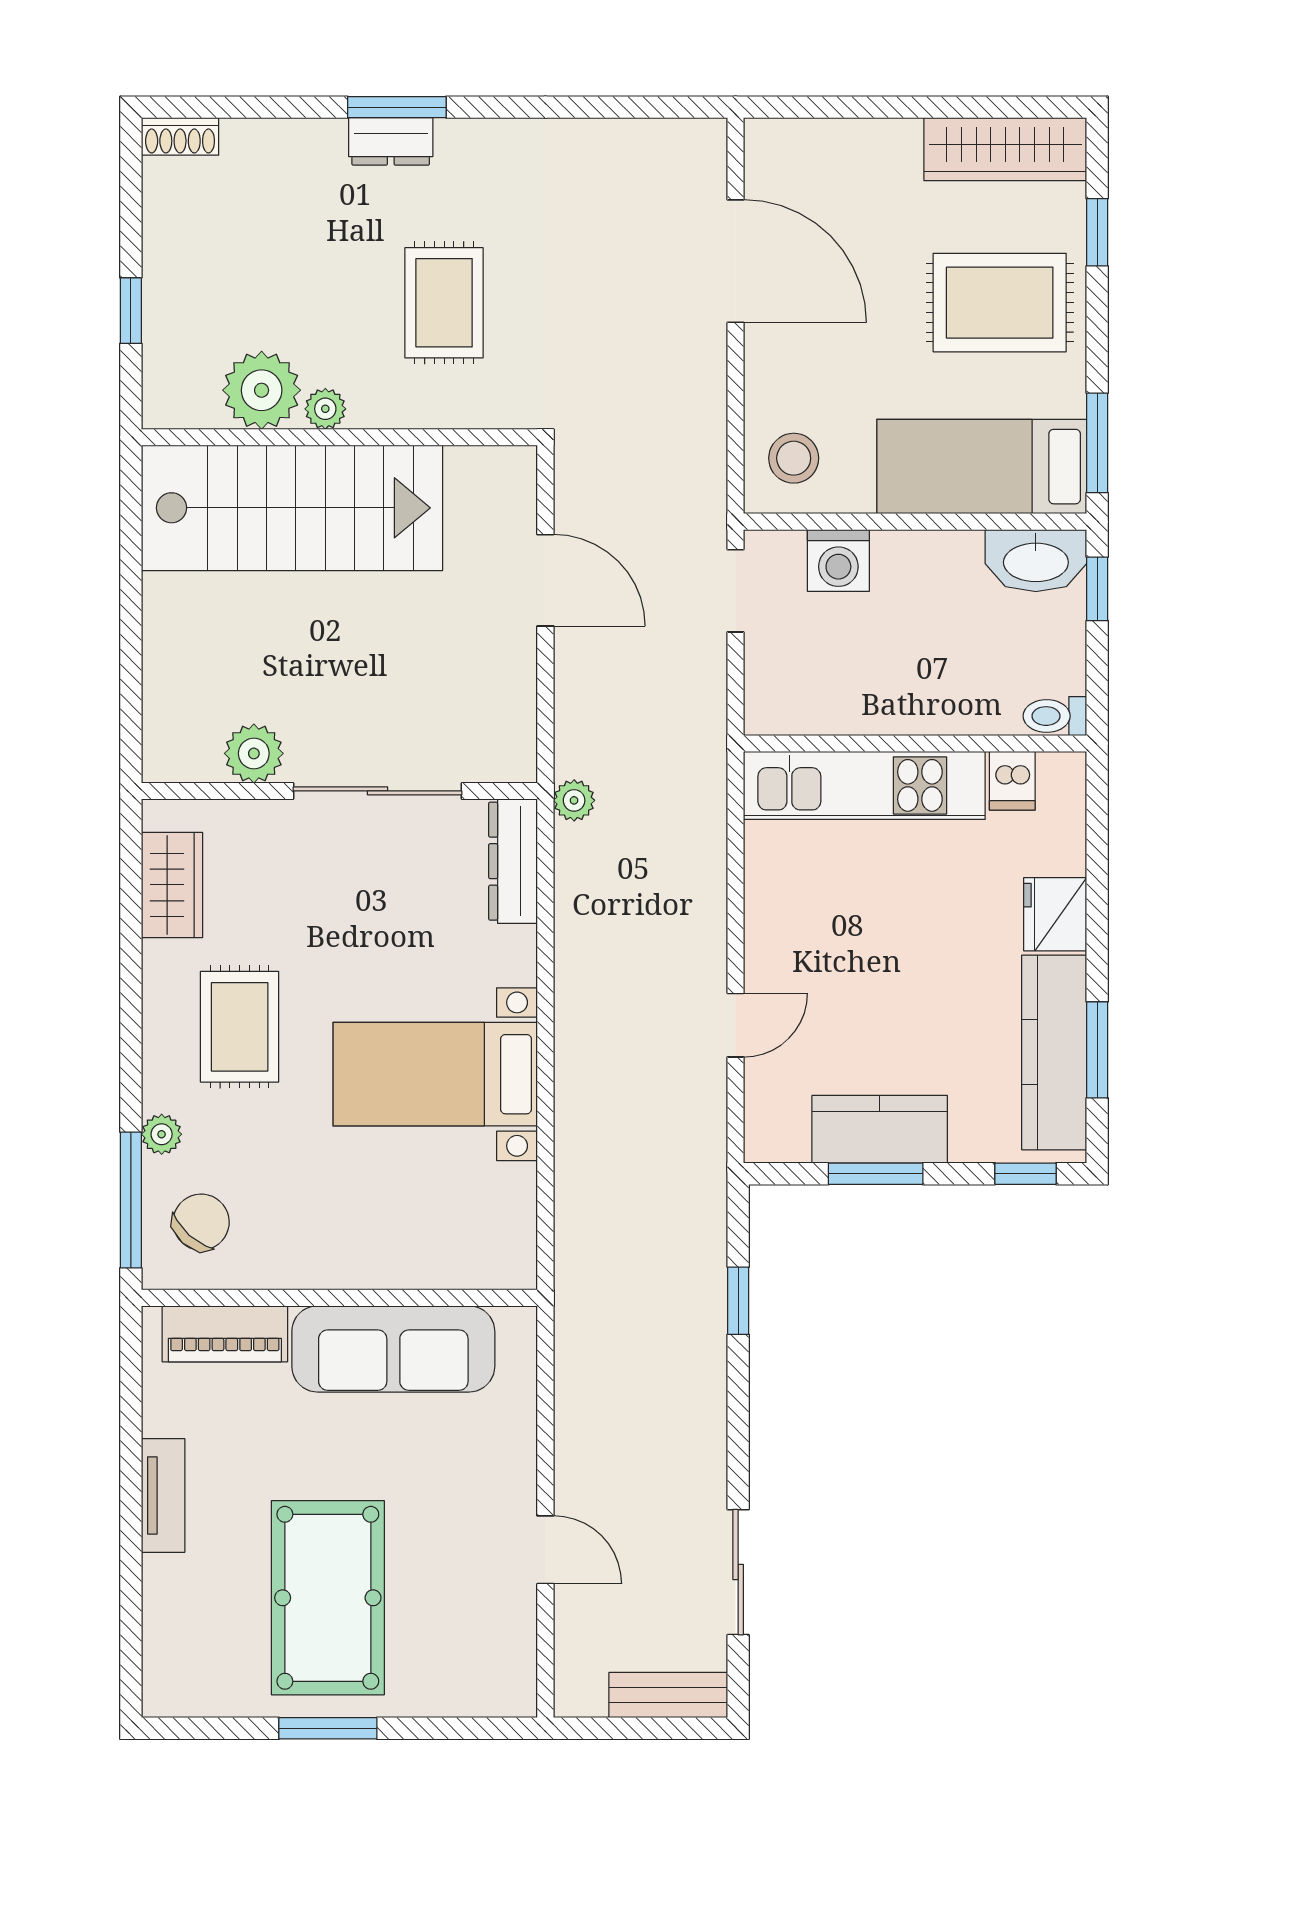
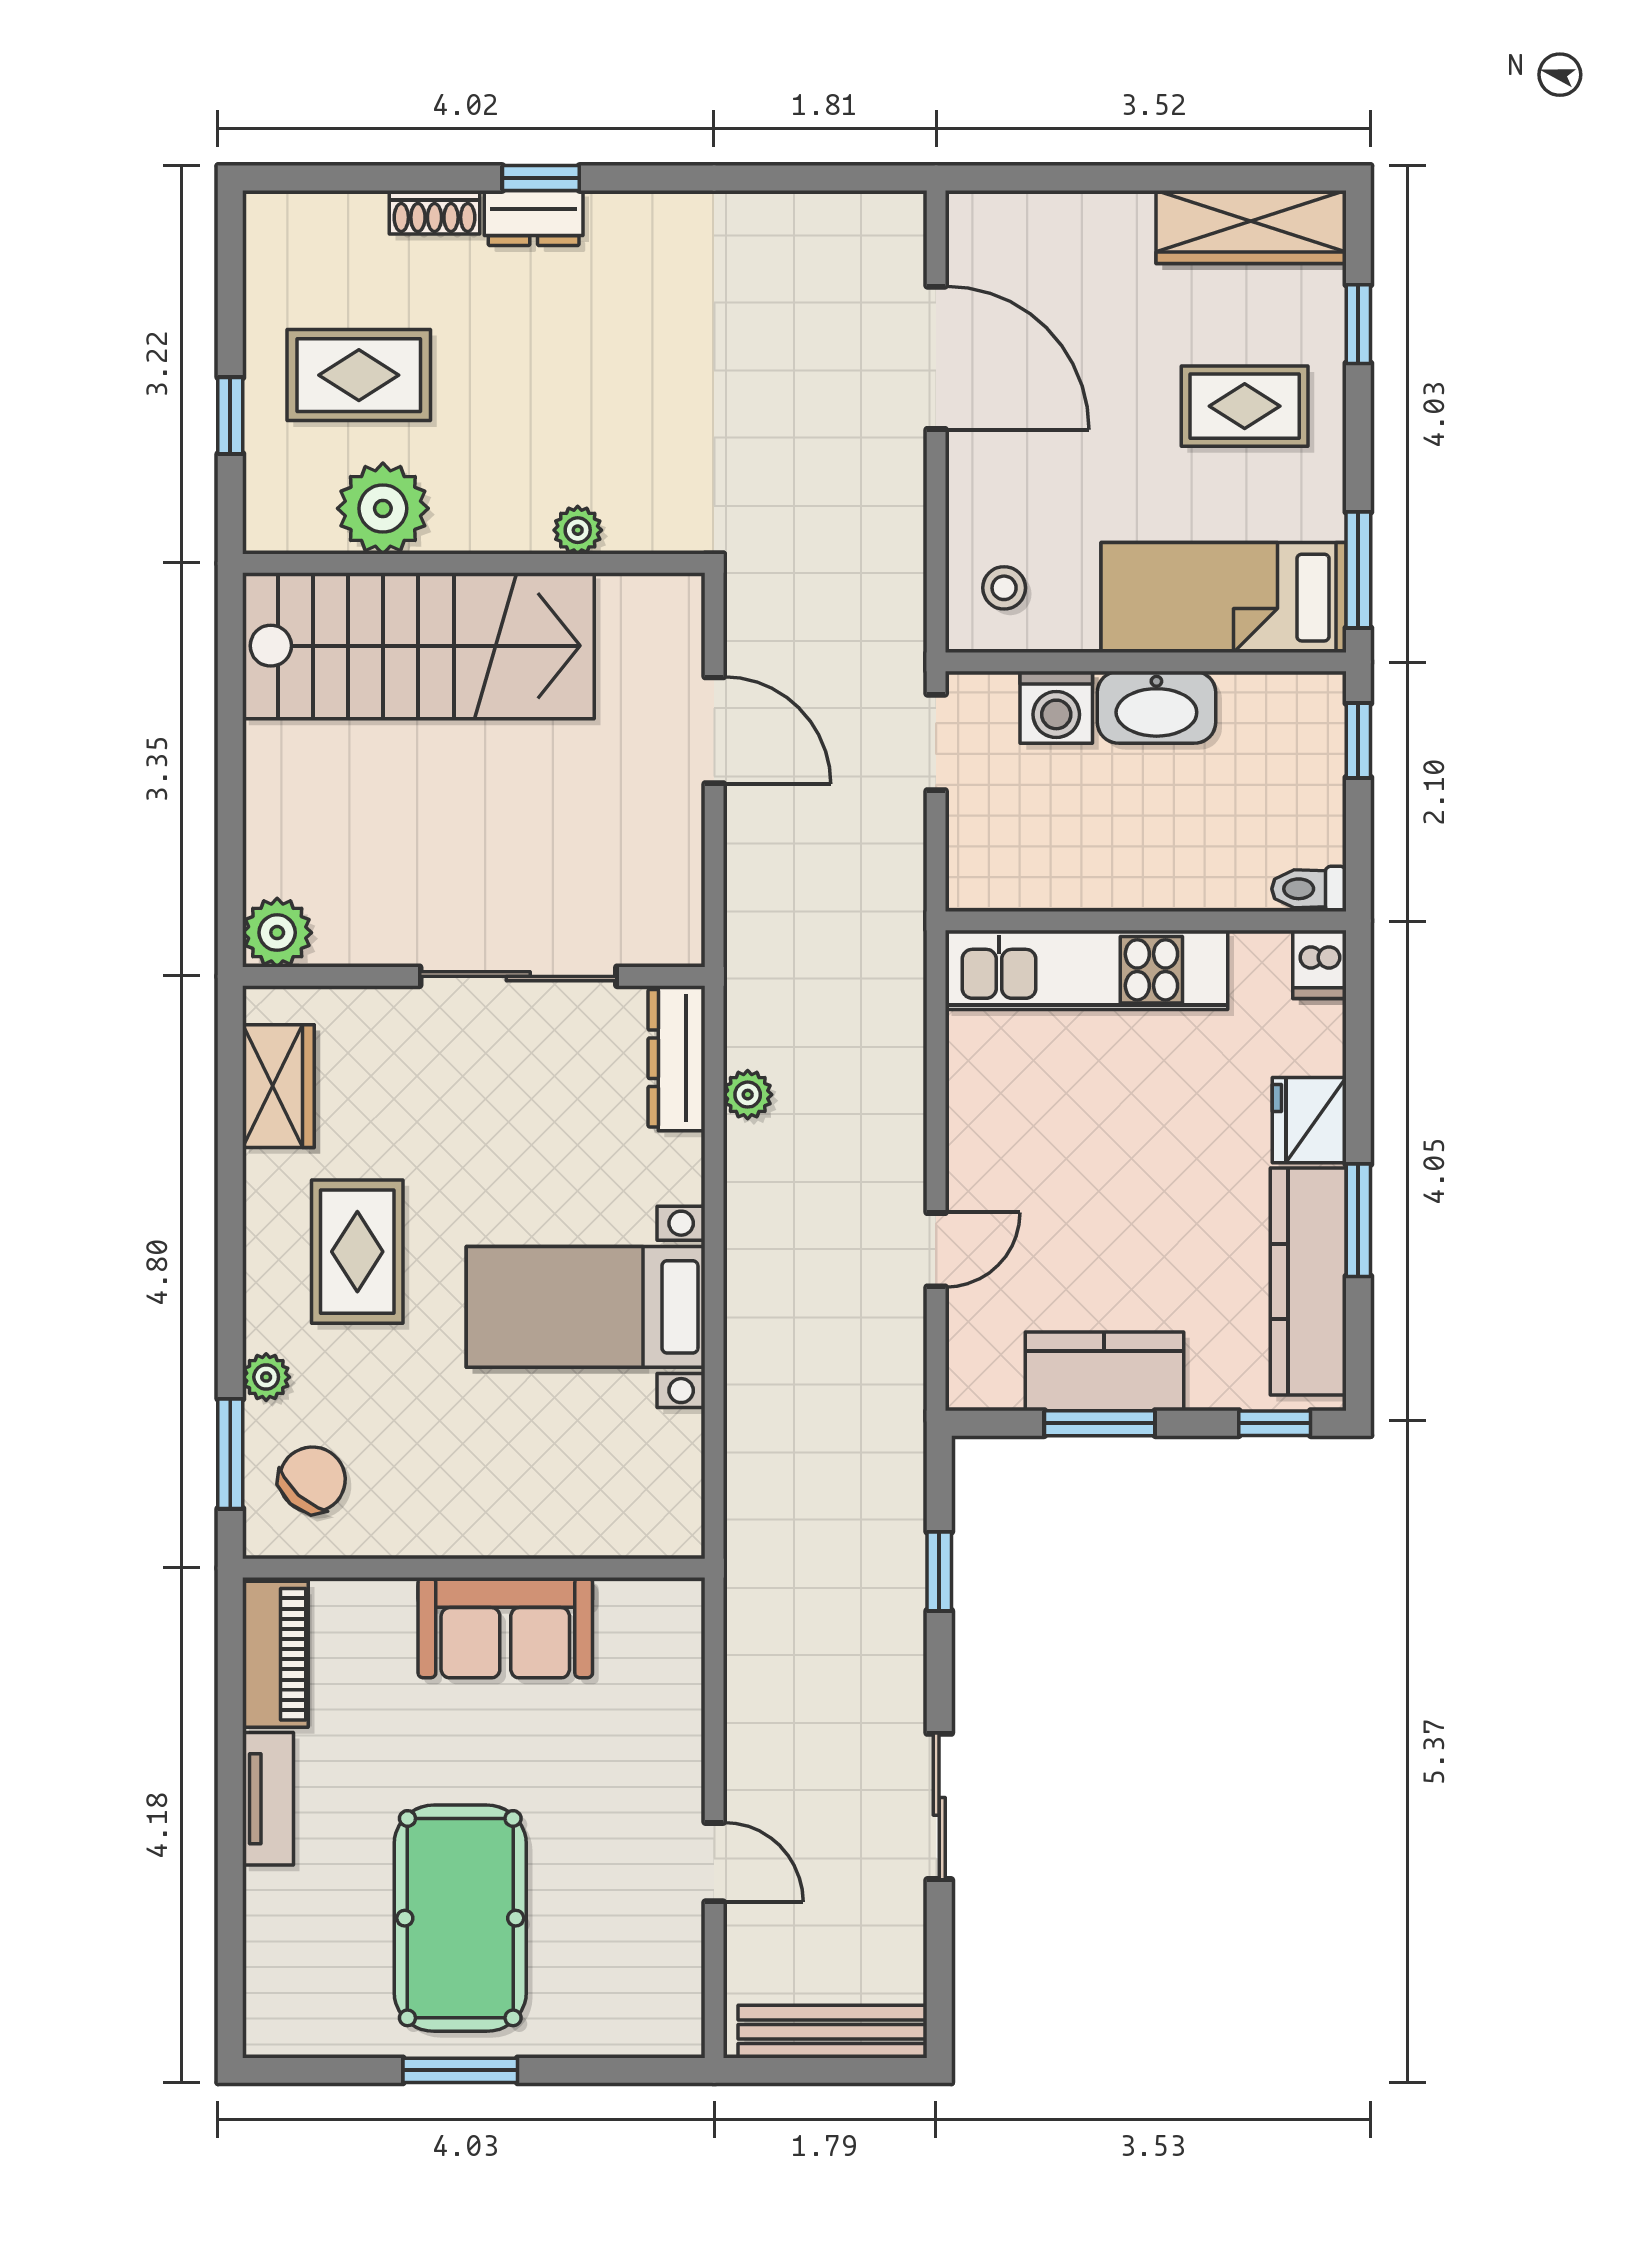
window: (397, 107) -> (541, 178), width x0.67
shoe rack: (180, 136) -> (434, 212), moved
rug: (444, 303) -> (359, 375), moved, turned 90
rug: (1000, 303) -> (1245, 406), width x0.73, depth x0.70
plant: (325, 409) -> (578, 530), moved
stool: (794, 458) -> (1004, 588), width x0.73, depth x0.73
washbasin: (1036, 561) -> (1156, 707), moved
plant: (254, 753) -> (277, 933), moved
dishwasher: (1012, 781) -> (1319, 964), moved
plant: (574, 800) -> (748, 1095), moved
window: (1097, 1050) -> (1358, 1220), moved
window: (131, 1200) -> (230, 1454), width x0.69
piano: (225, 1334) -> (275, 1654), moved, turned -90
sofa: (393, 1349) -> (505, 1628), width x0.73
sliding door: (738, 1572) -> (939, 1806), moved
bench: (668, 1695) -> (833, 2032), width x1.36

